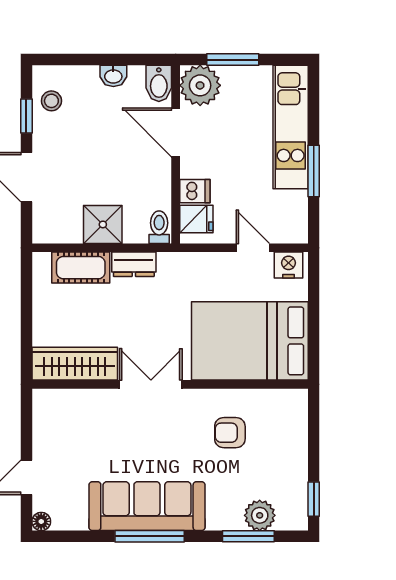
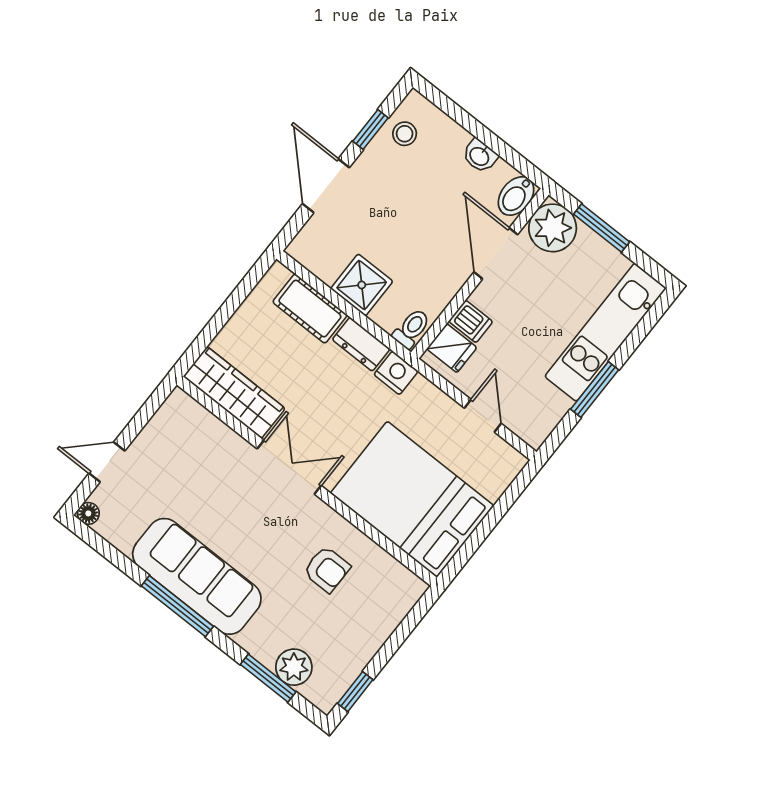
nightstand: (289, 265) -> (396, 373), moved
armchair: (230, 433) -> (327, 569), turned 180

